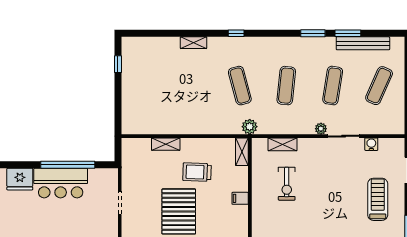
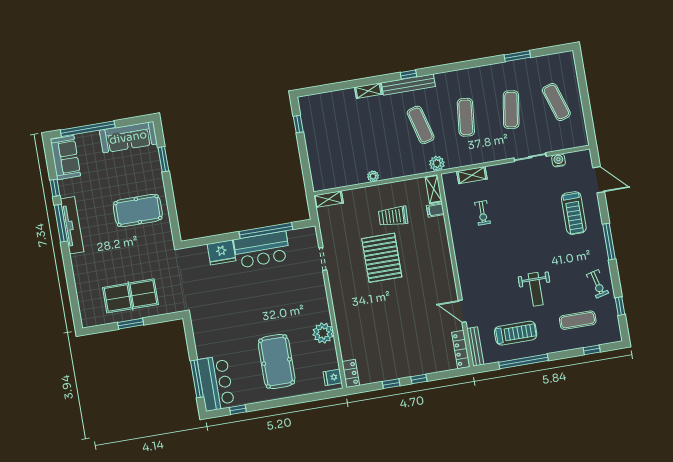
window: (313, 33) -> (483, 62), removed
bench: (363, 43) -> (408, 85), moved
exercise mat: (379, 86) -> (556, 102), turned -42
plant: (321, 129) -> (373, 176), moved
shelving: (166, 144) -> (329, 199), moved
exercise bike: (287, 184) -> (483, 213), width x0.73, depth x0.72
filing cabinet: (240, 198) -> (435, 210), moved
treadmill: (378, 199) -> (574, 213), turned 180

